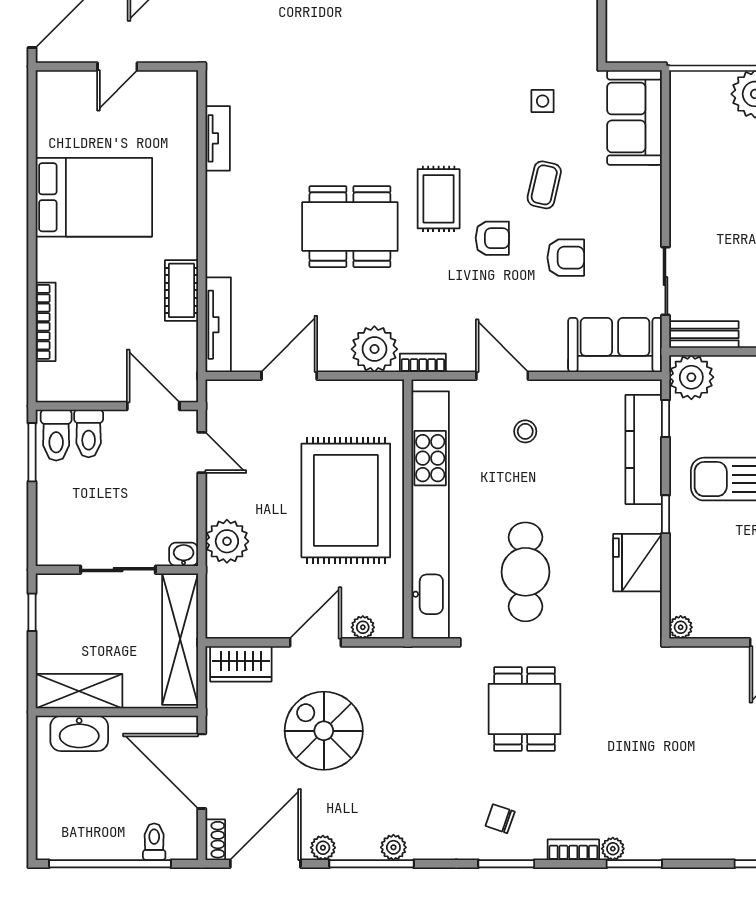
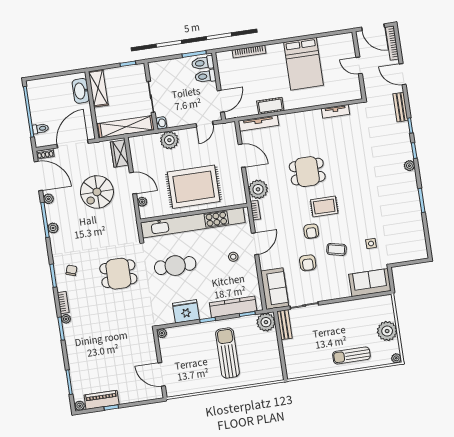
dining table: (350, 227) -> (307, 172), width x0.73
spiral stairs: (324, 731) -> (97, 192), turned 180

